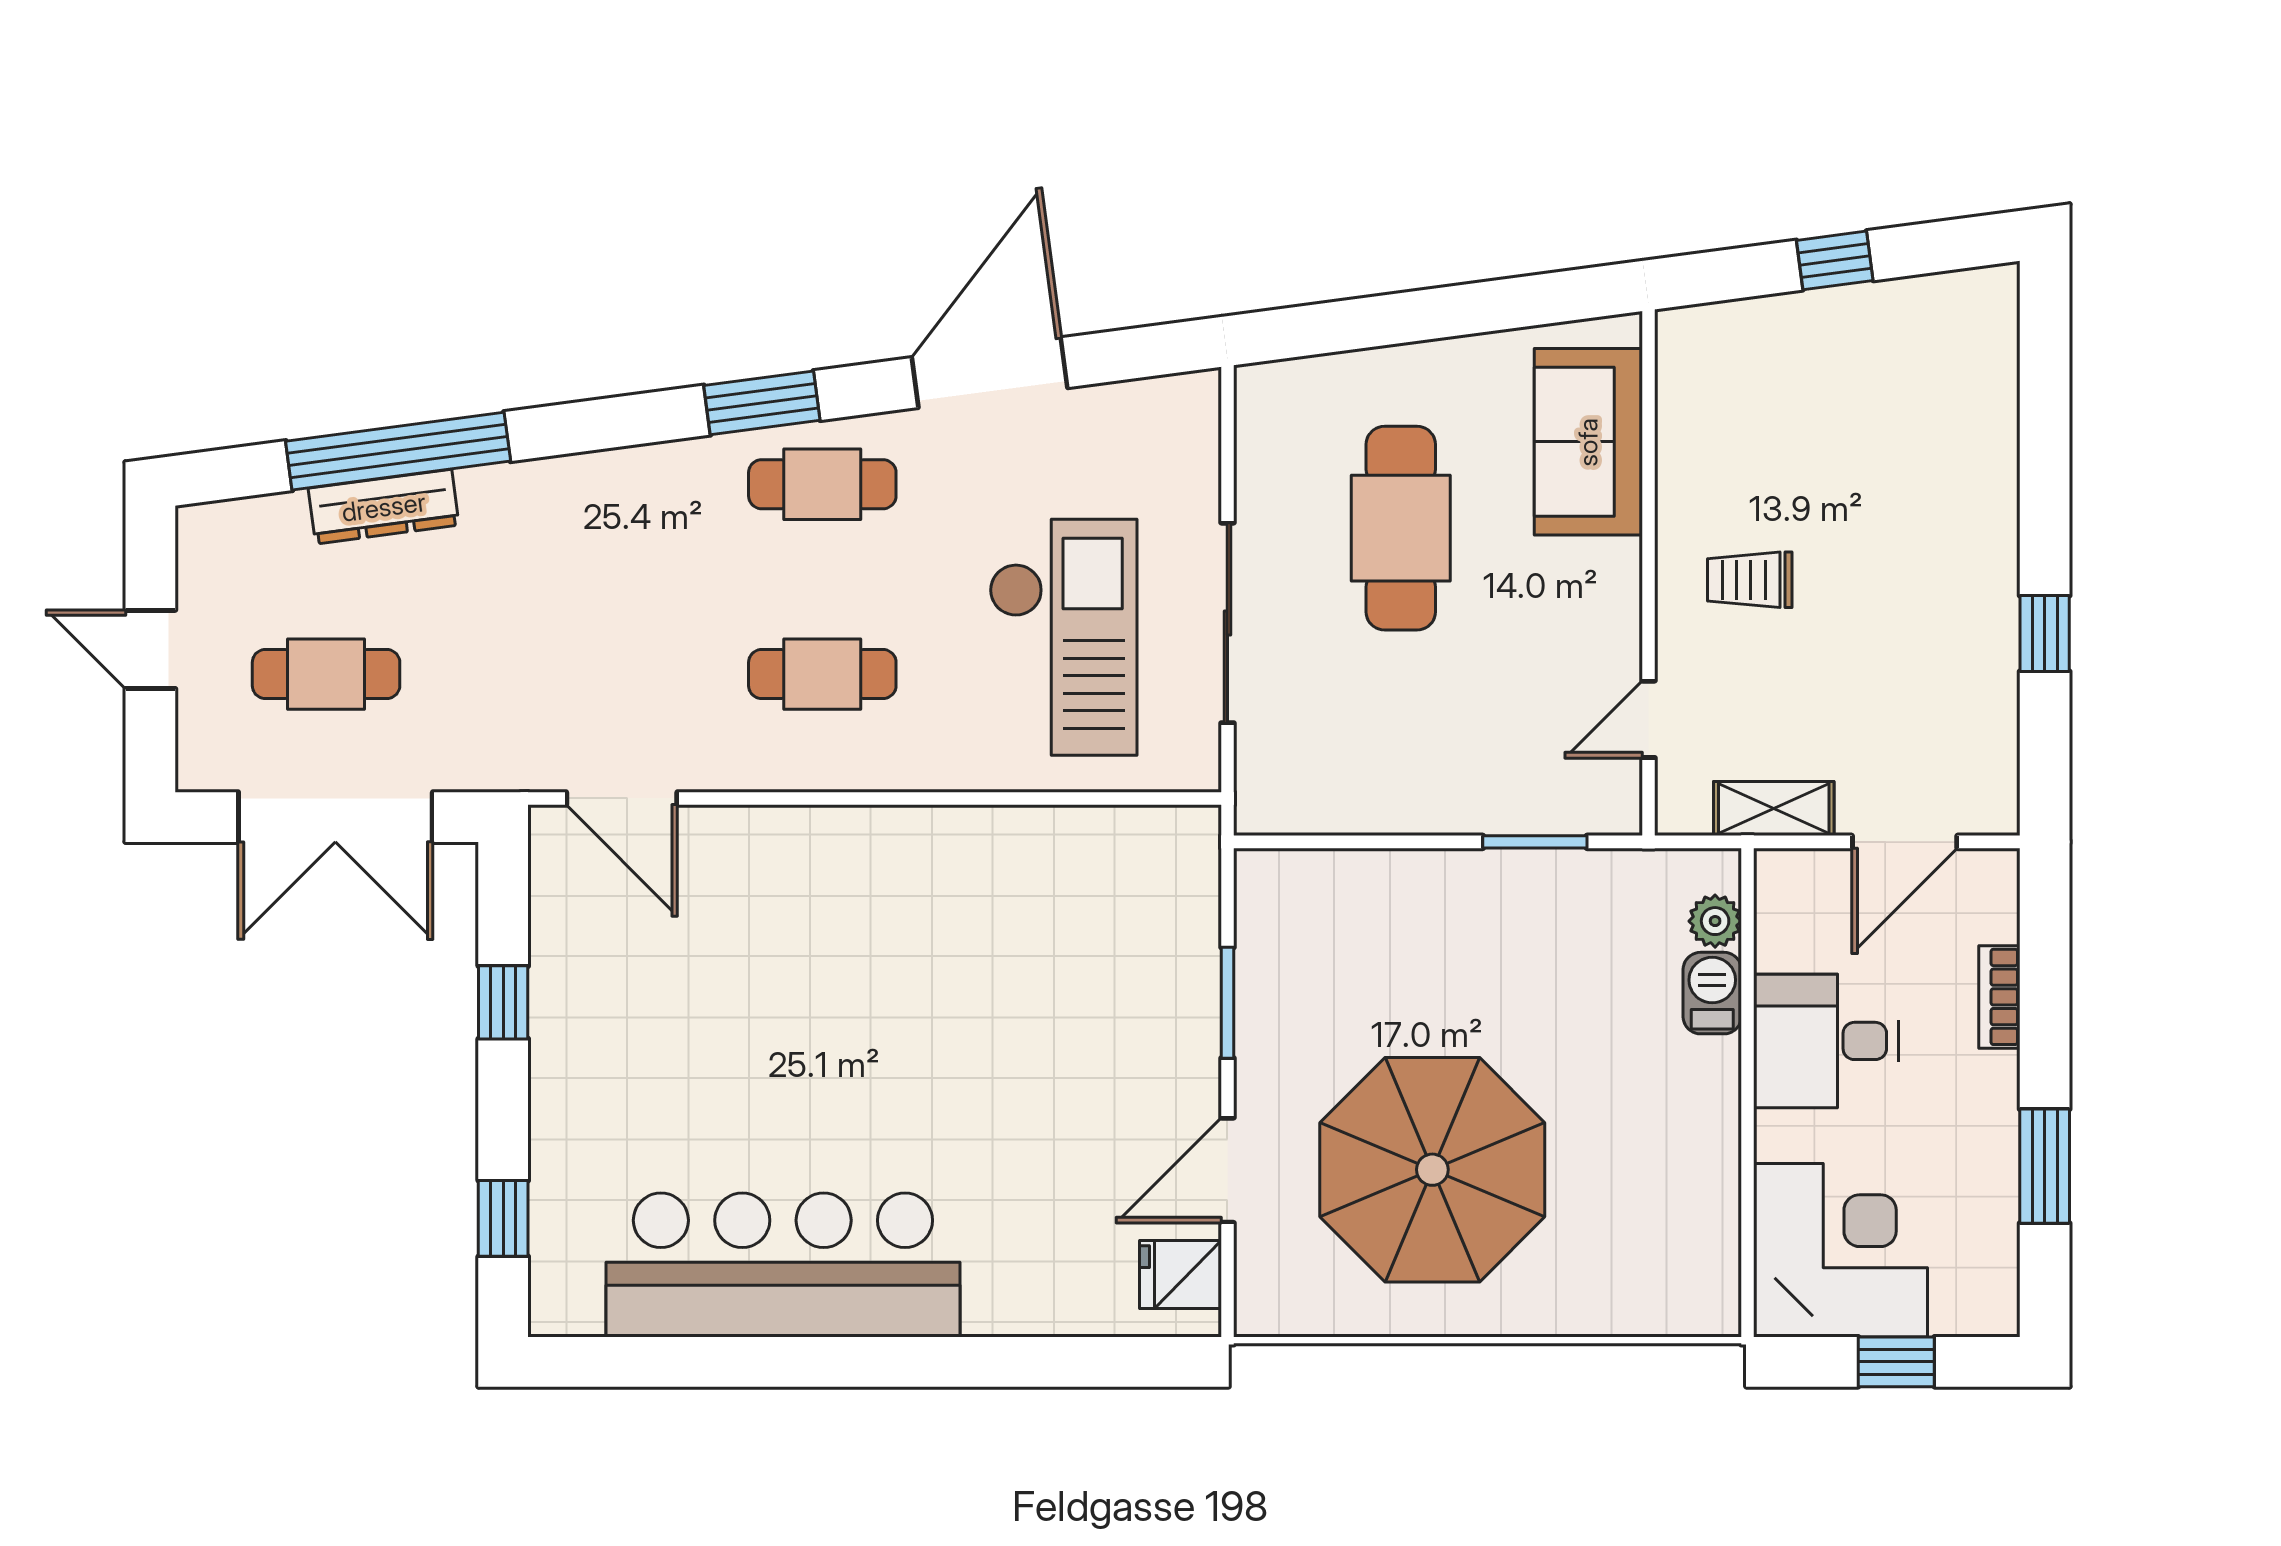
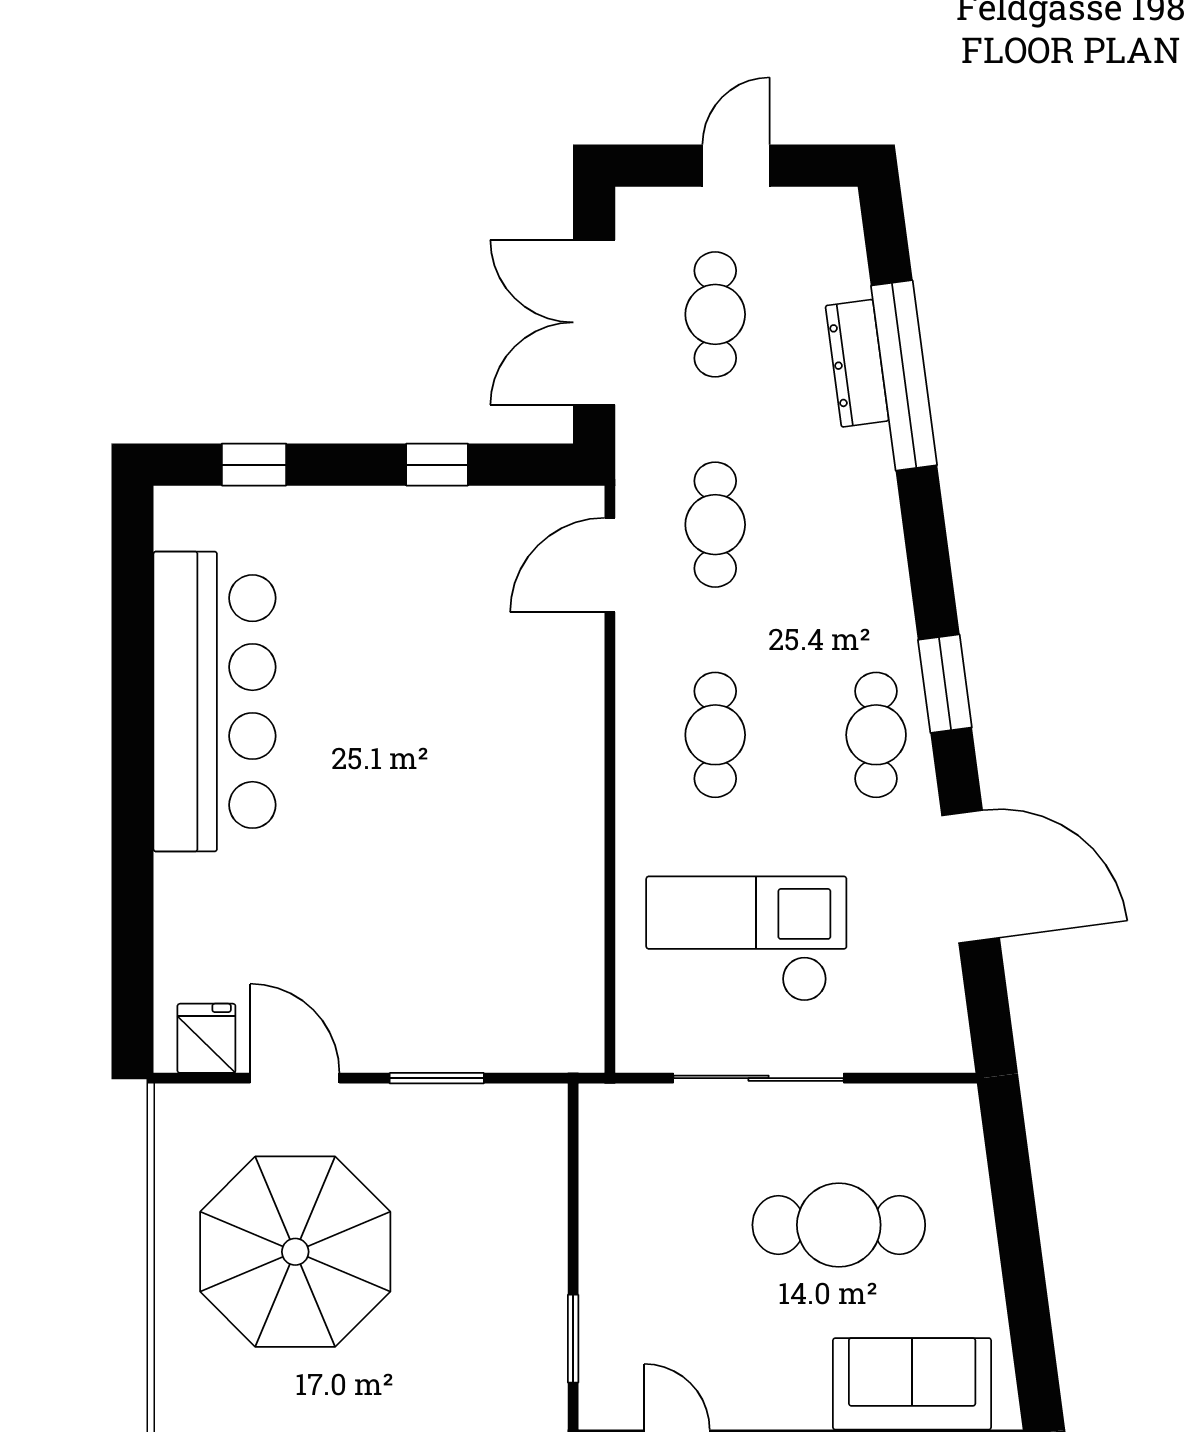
checkout: (1063, 637) -> (746, 939), turned 180
cafe table: (574, 674) -> (715, 525), added

